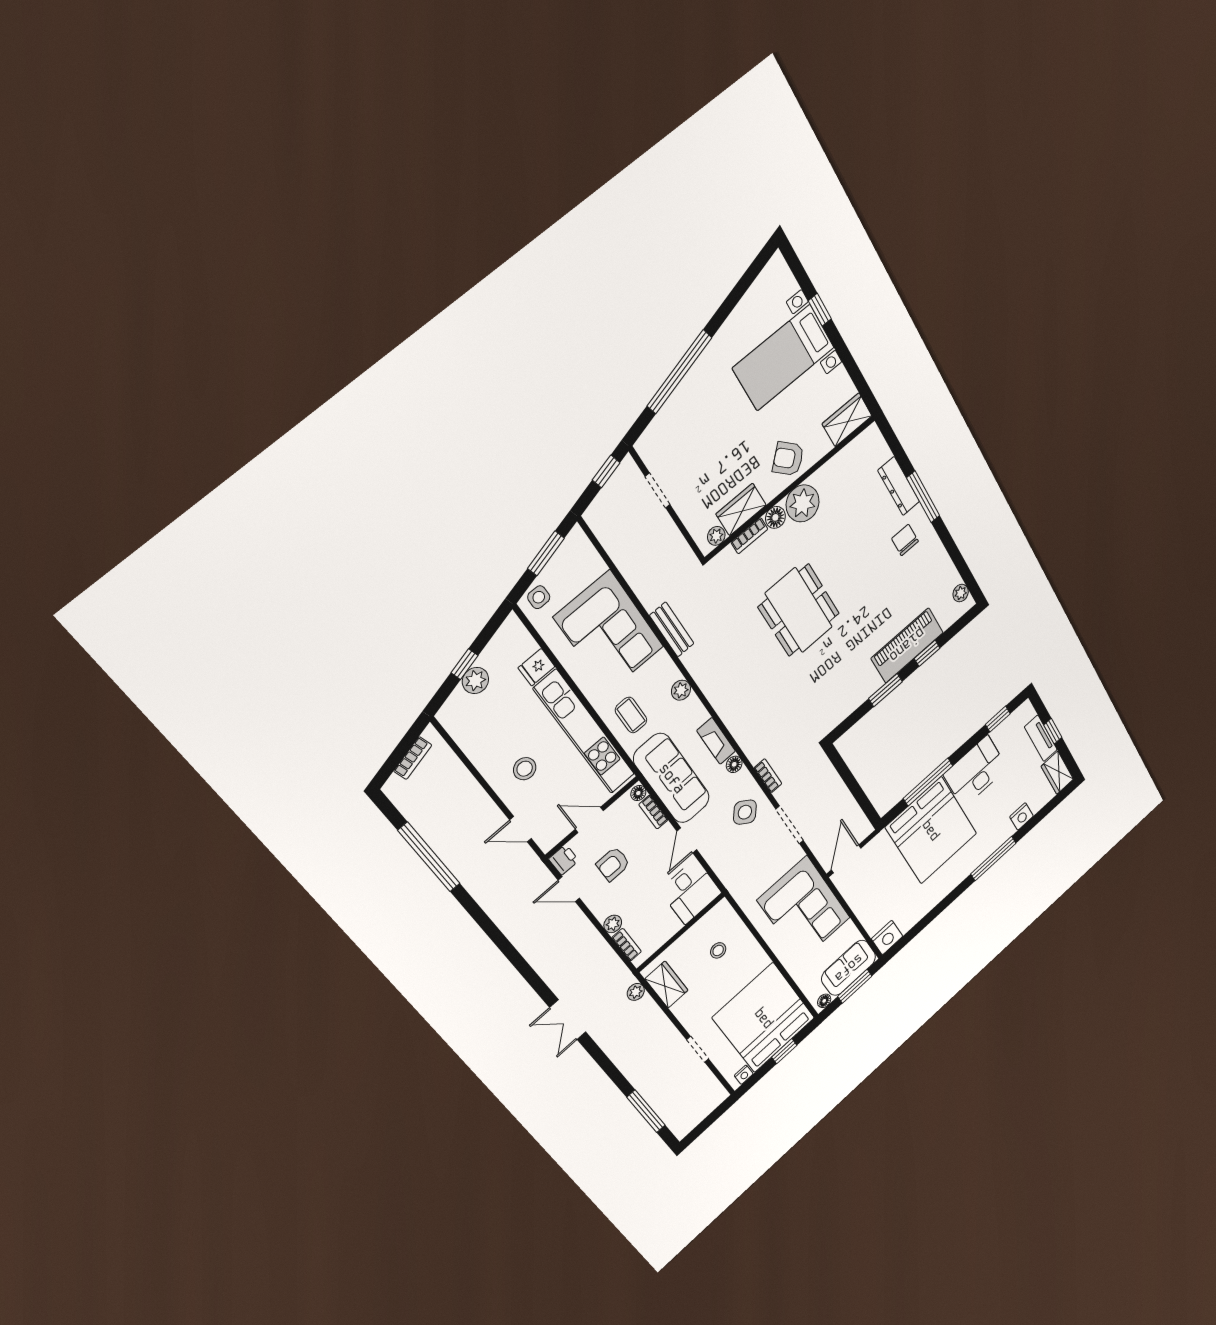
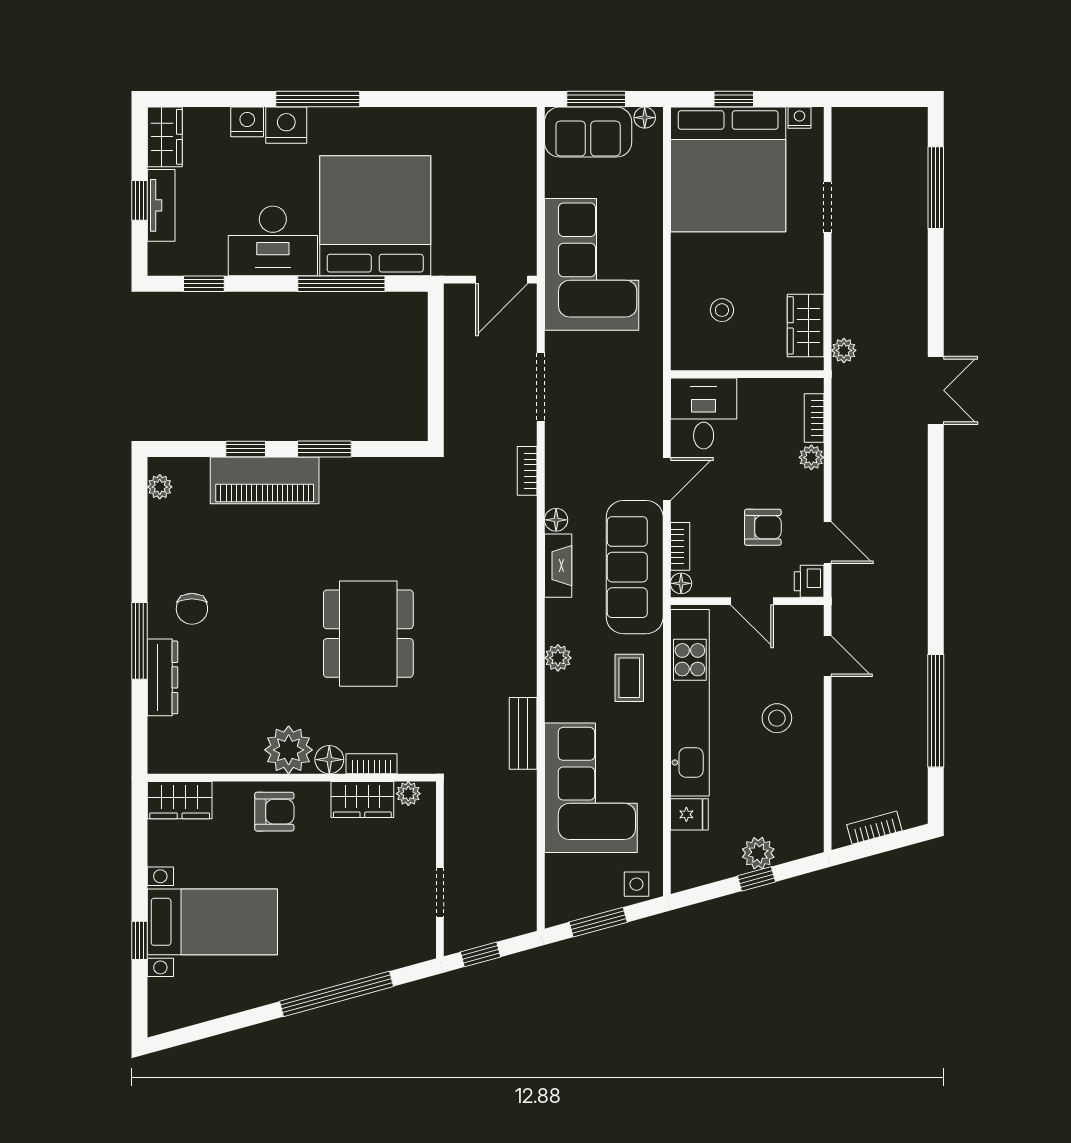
armchair: (788, 459) -> (274, 812), turned -46
side table: (745, 812) -> (581, 451), removed
nightstand: (887, 938) -> (286, 125), moved

